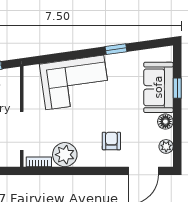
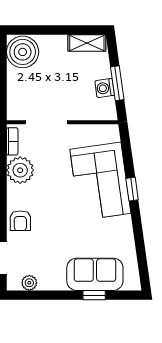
window: (116, 49) -> (132, 189), moved
floor lamp: (165, 122) -> (57, 282), removed
armchair: (111, 141) -> (20, 221), moved, turned 90

